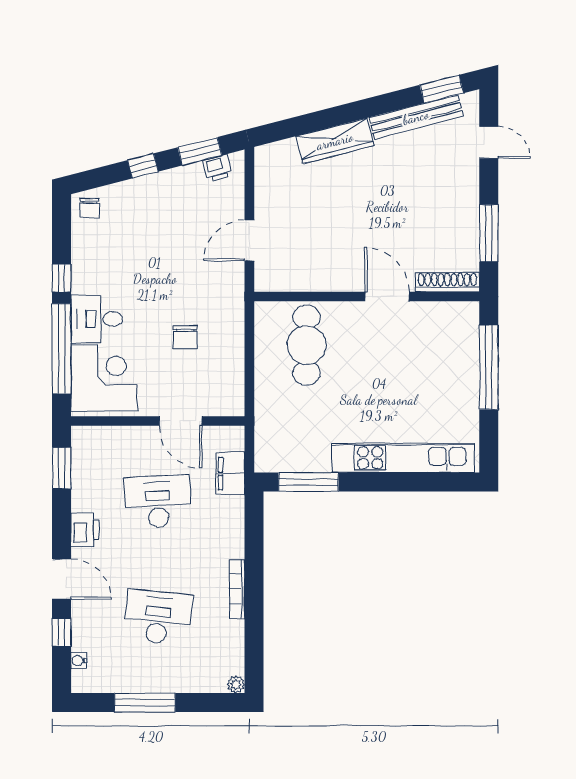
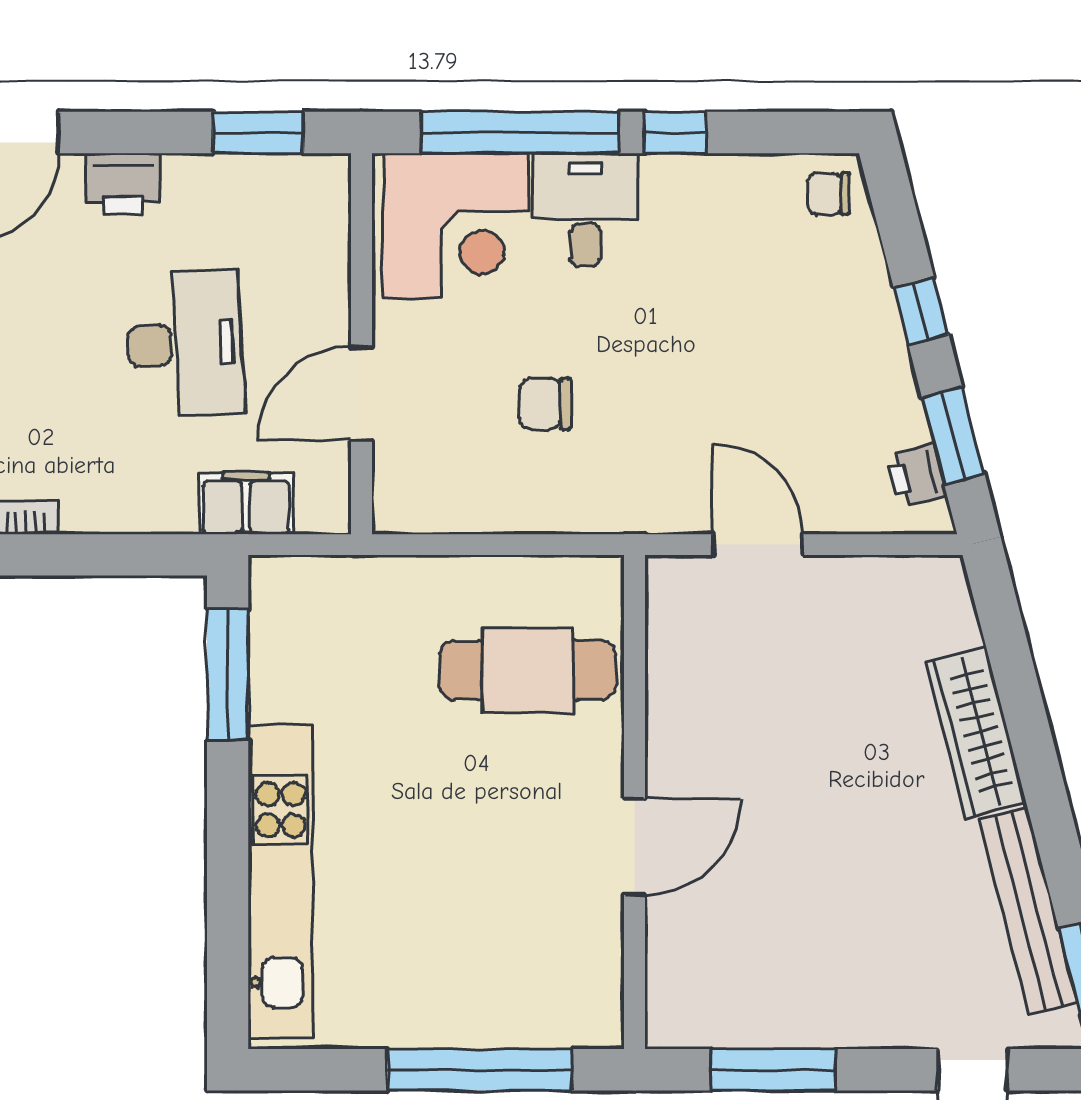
shoe rack: (447, 282) -> (666, 979), removed

